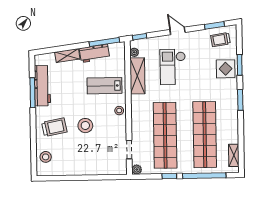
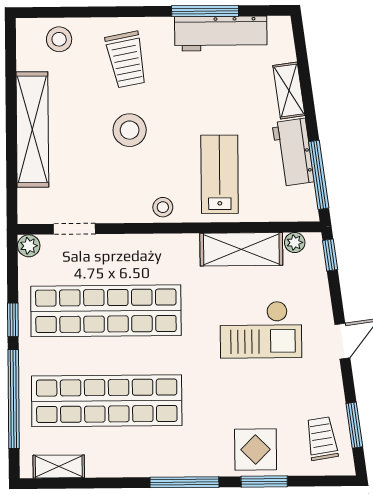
checkout: (173, 67) -> (261, 330), turned 180
window: (240, 100) -> (184, 482), width x1.44
shelving: (85, 168) -> (32, 129), added

